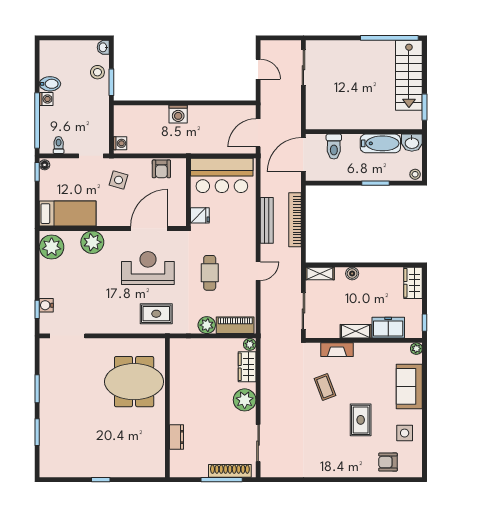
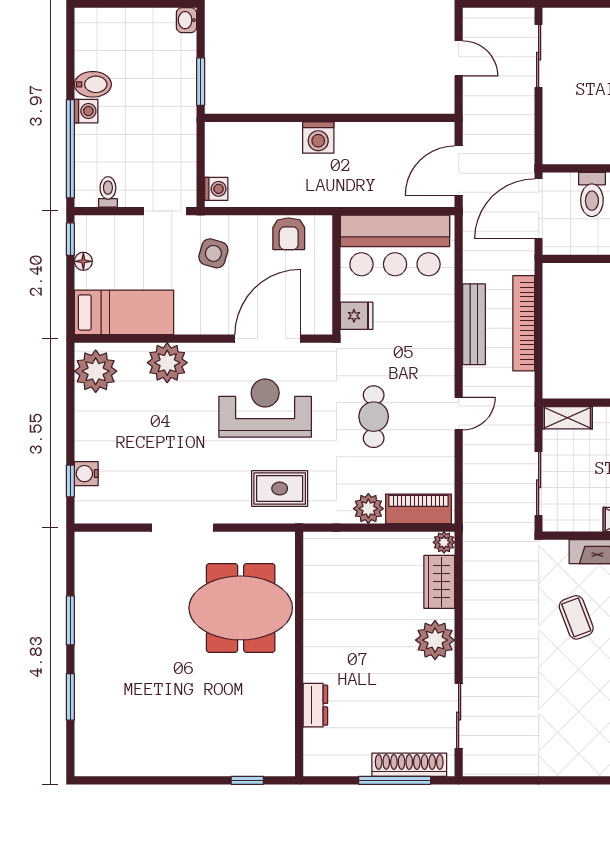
stool: (97, 72) -> (176, 64), removed
floor lamp: (45, 165) -> (83, 261), moved
doorway: (67, 336) -> (183, 528), moved
window: (101, 480) -> (247, 780), moved

